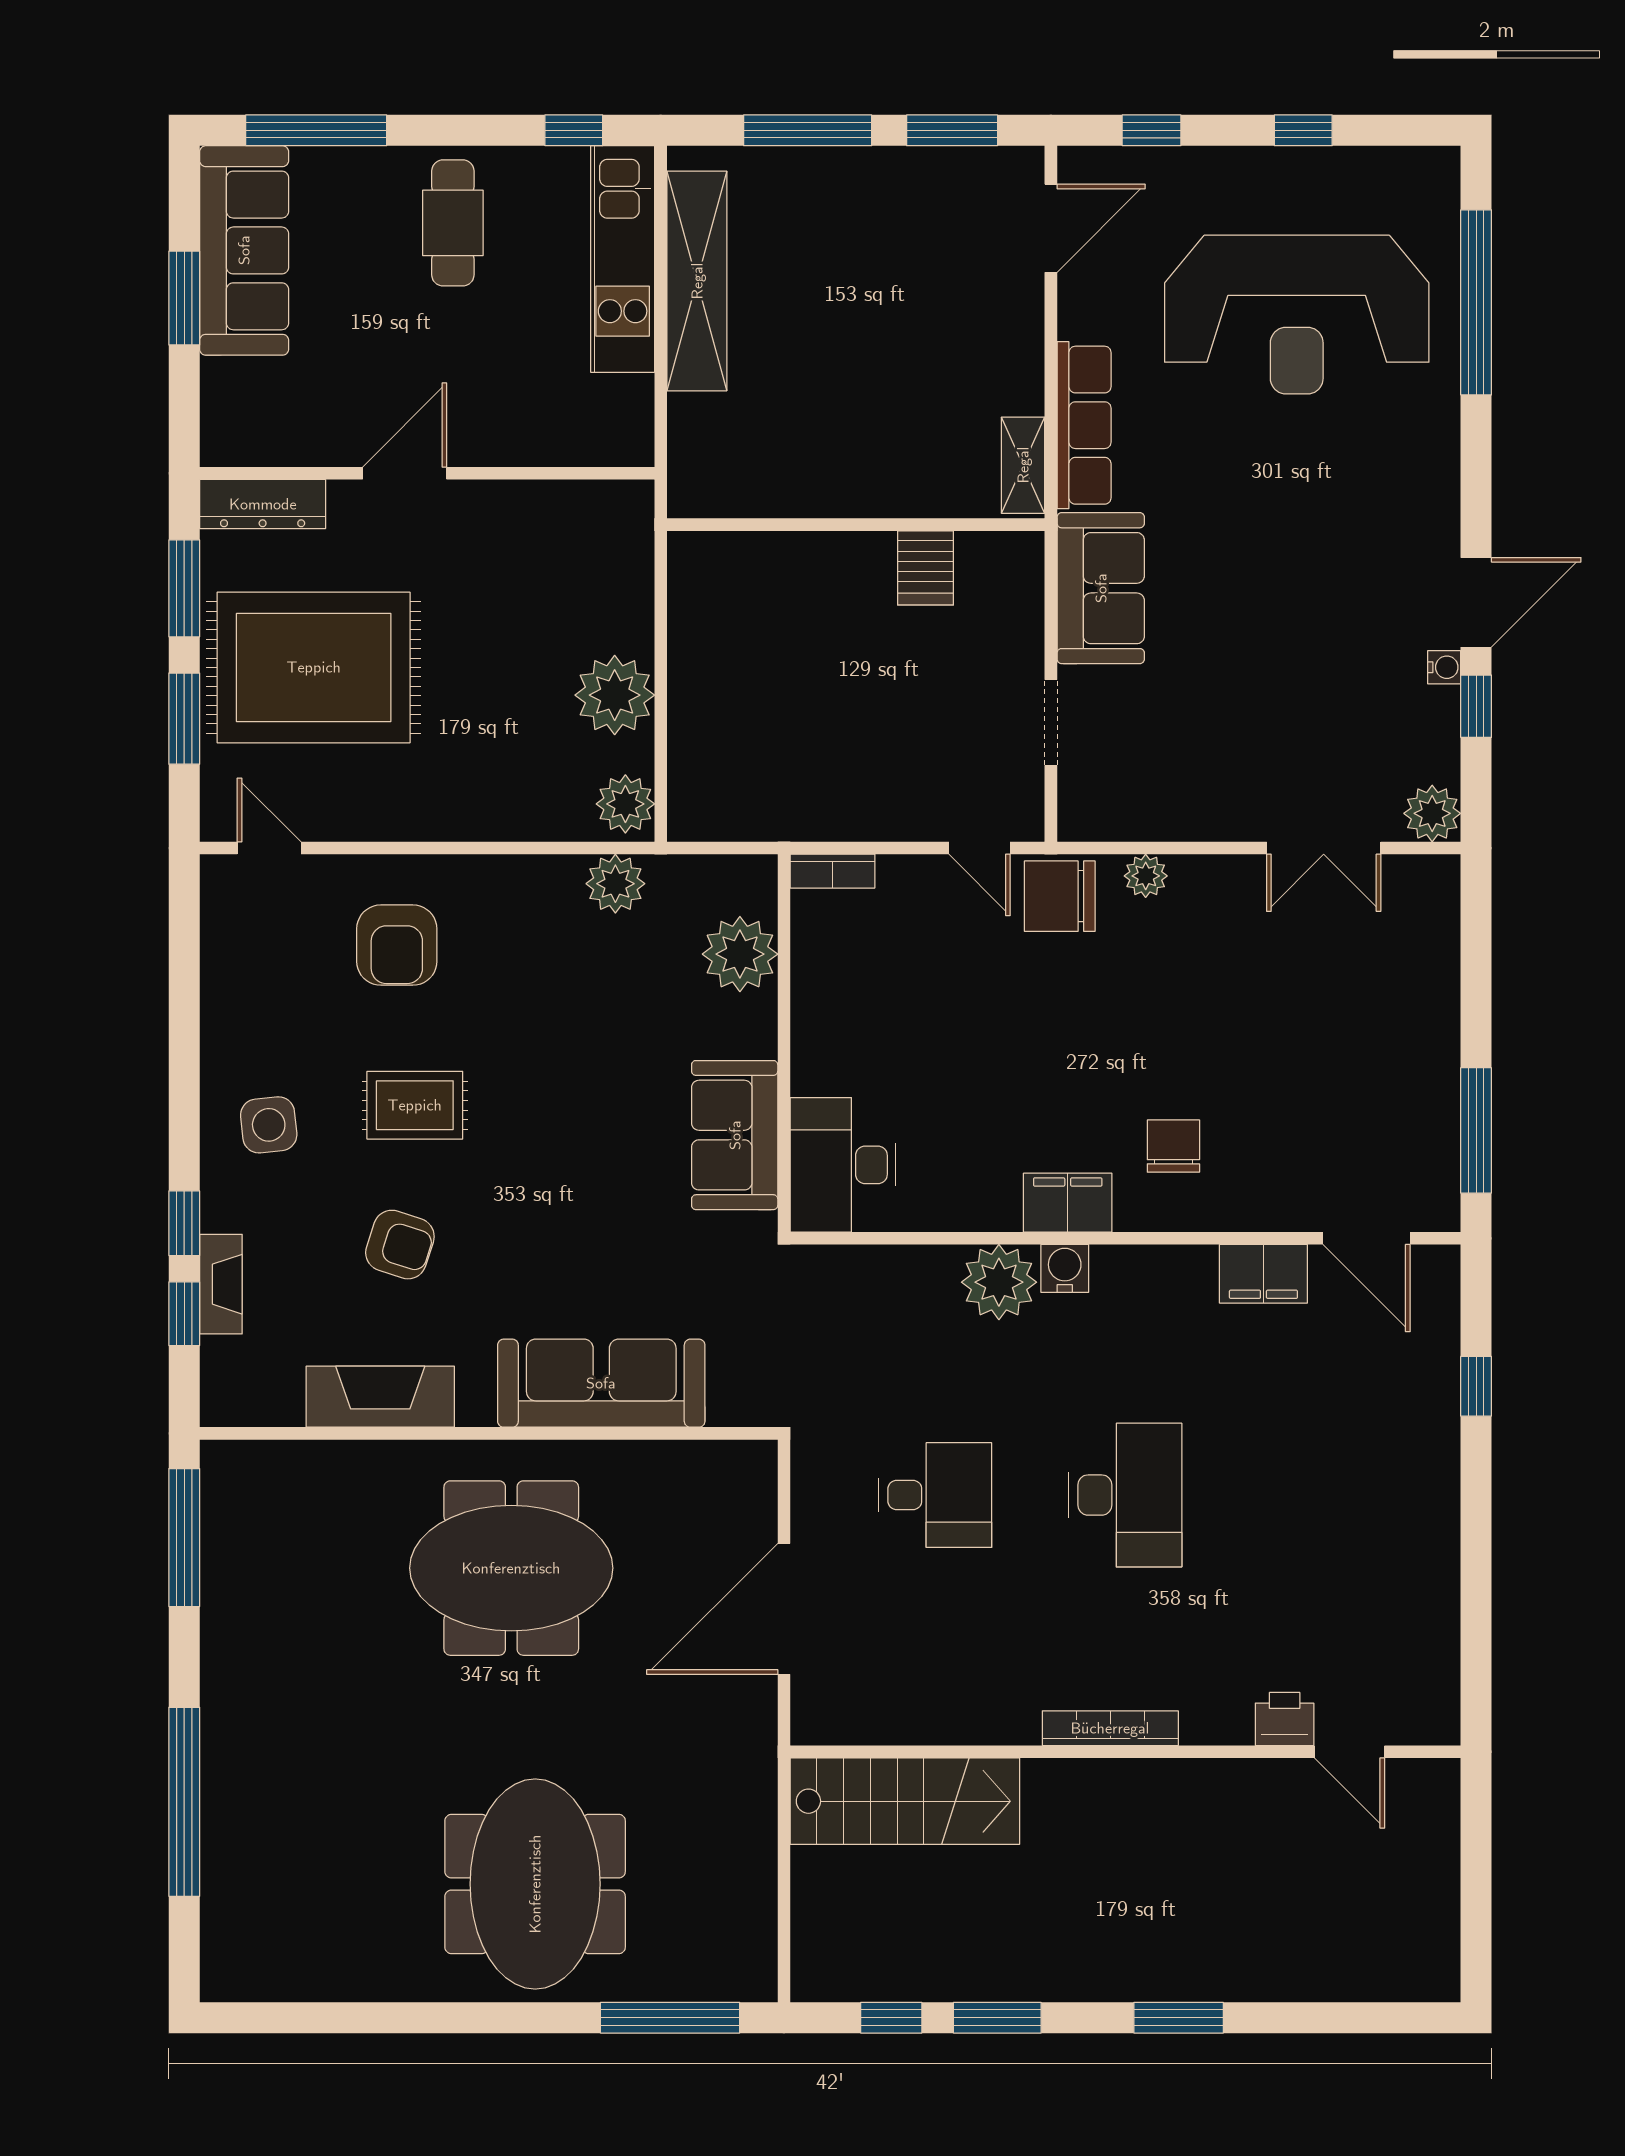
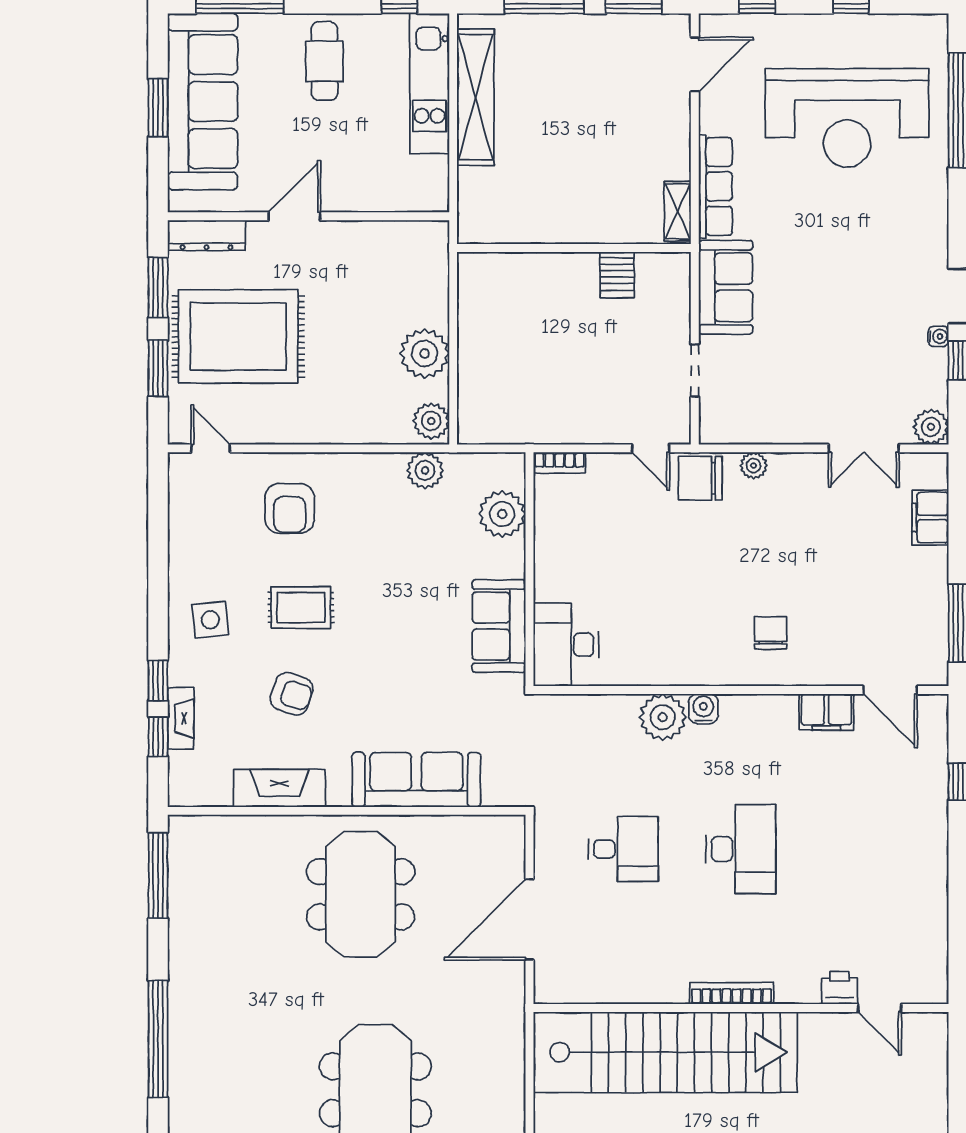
sofa: (244, 250) -> (203, 102), width x1.36, depth x1.27
filing cabinet: (1068, 1203) -> (930, 518), moved, turned -90
meeting table: (511, 1568) -> (361, 894), turned 90
stairs: (905, 1801) -> (665, 1052), width x1.86, depth x1.51

